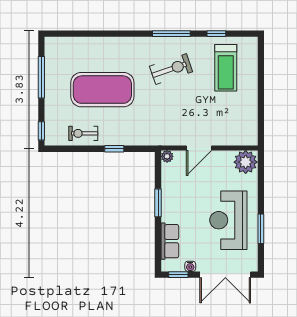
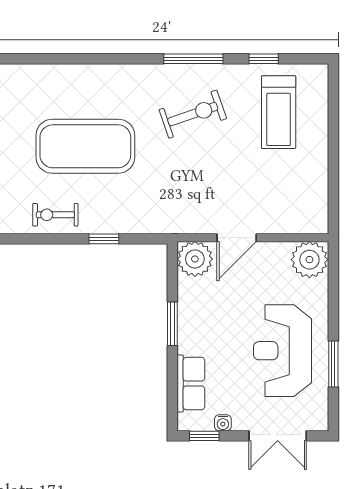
plant: (167, 156) -> (195, 259), width x1.88, depth x1.88
double door: (225, 275) -> (278, 436), width x0.73

